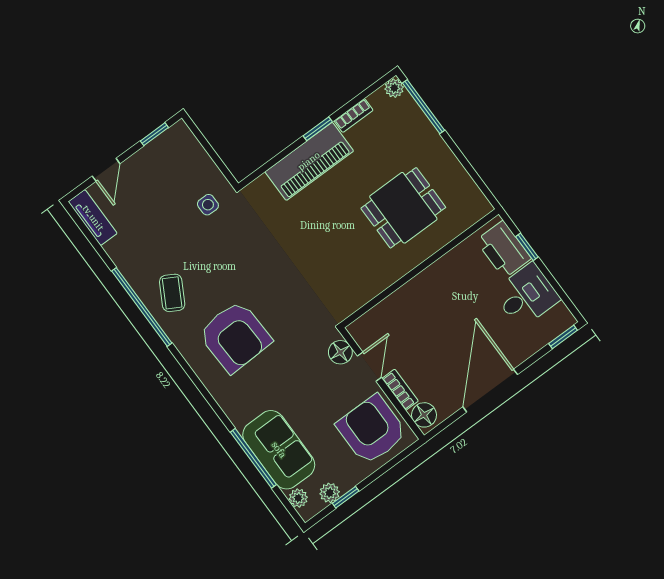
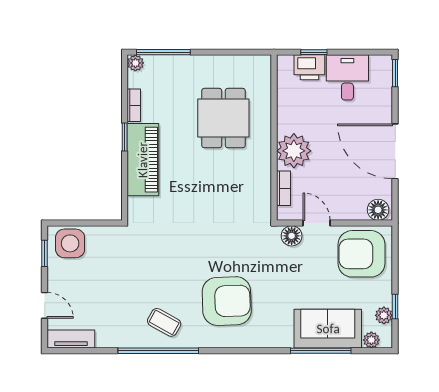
side table: (208, 205) -> (70, 243), moved, width x1.87, depth x1.87
printer: (504, 249) -> (309, 67), width x0.73, depth x0.84
plant: (421, 296) -> (294, 151), added
bookcase: (400, 390) -> (283, 188), moved, turned 90

